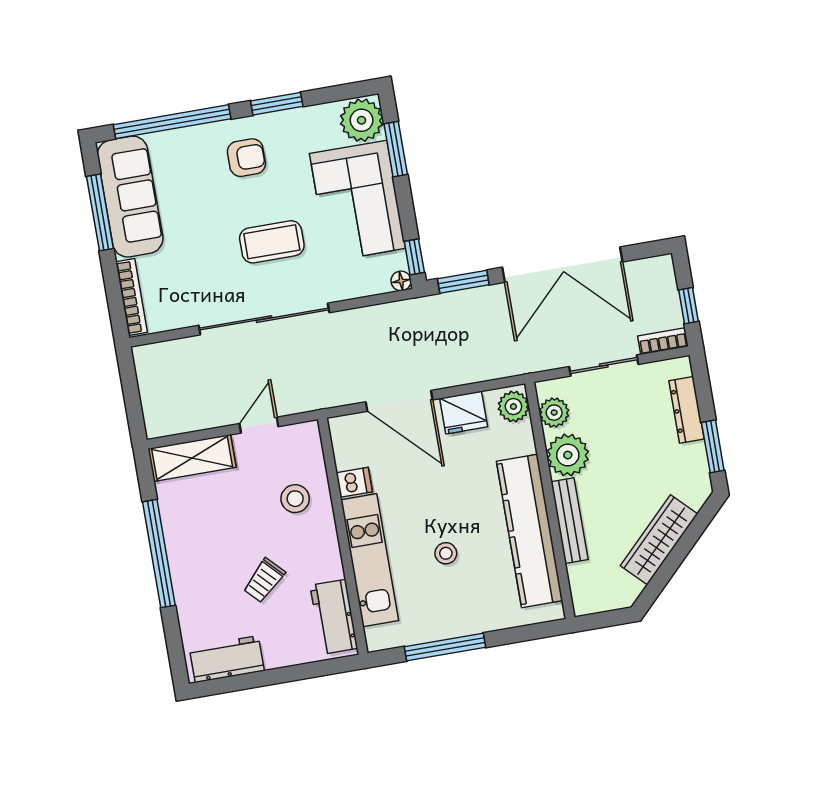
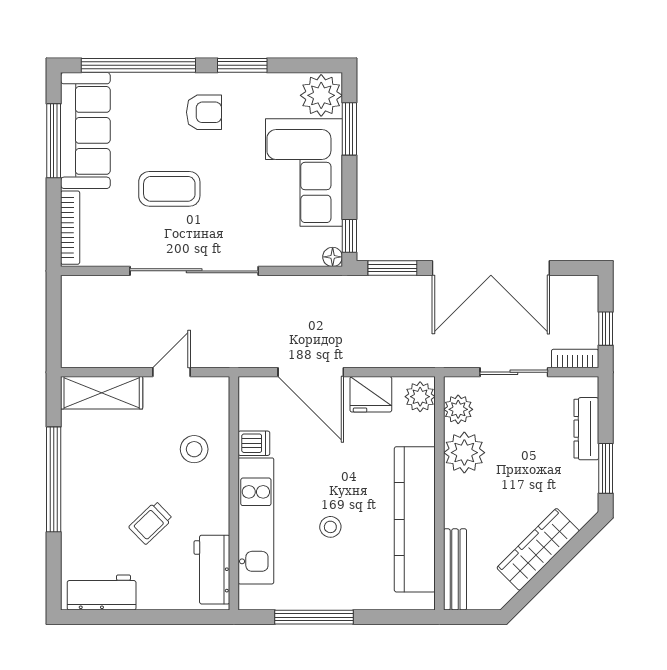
coffee table: (272, 242) -> (169, 189), moved
bench: (570, 521) -> (455, 569), moved

